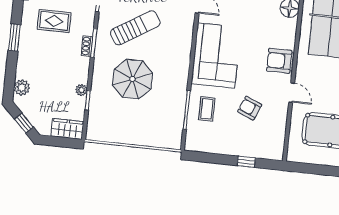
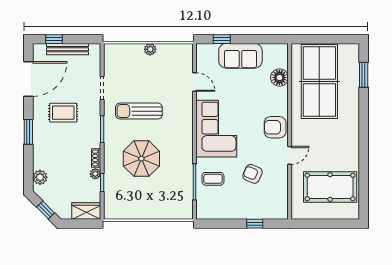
sun lounger: (135, 28) -> (139, 111), turned -148
shoe rack: (87, 46) -> (96, 158), moved
door: (292, 93) -> (290, 155), hinge flipped
coffee table: (207, 109) -> (213, 179), turned 90

